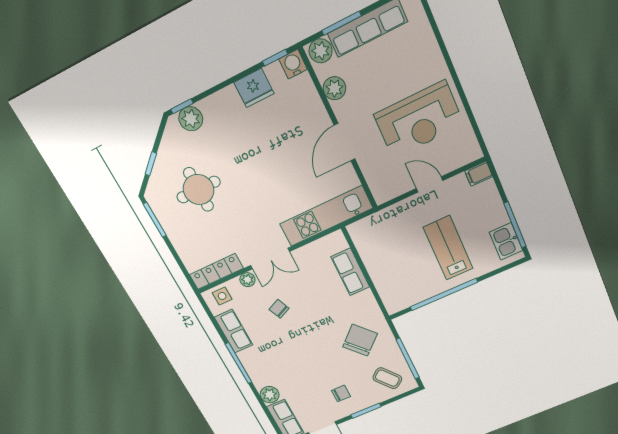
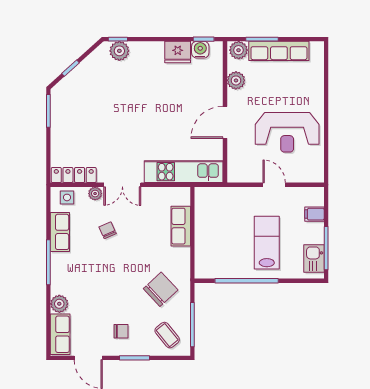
water cooler: (293, 64) -> (200, 50), moved
filing cabinet: (479, 174) -> (314, 214), moved
round table: (199, 190) -> (96, 104), removed

